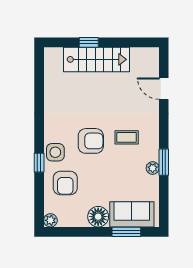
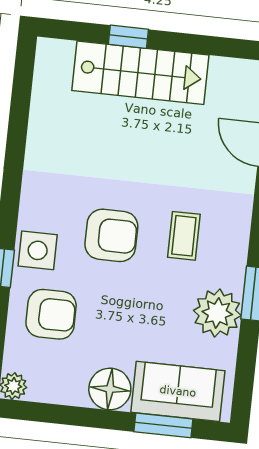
coffee table: (127, 137) -> (184, 236), turned 90
plant: (153, 168) -> (217, 313), width x1.87, depth x1.87
armchair: (65, 183) -> (51, 314), turned -90

